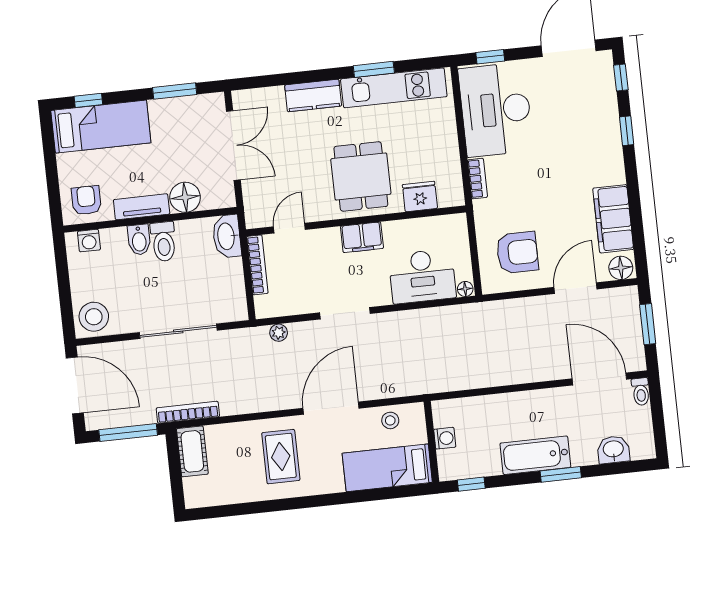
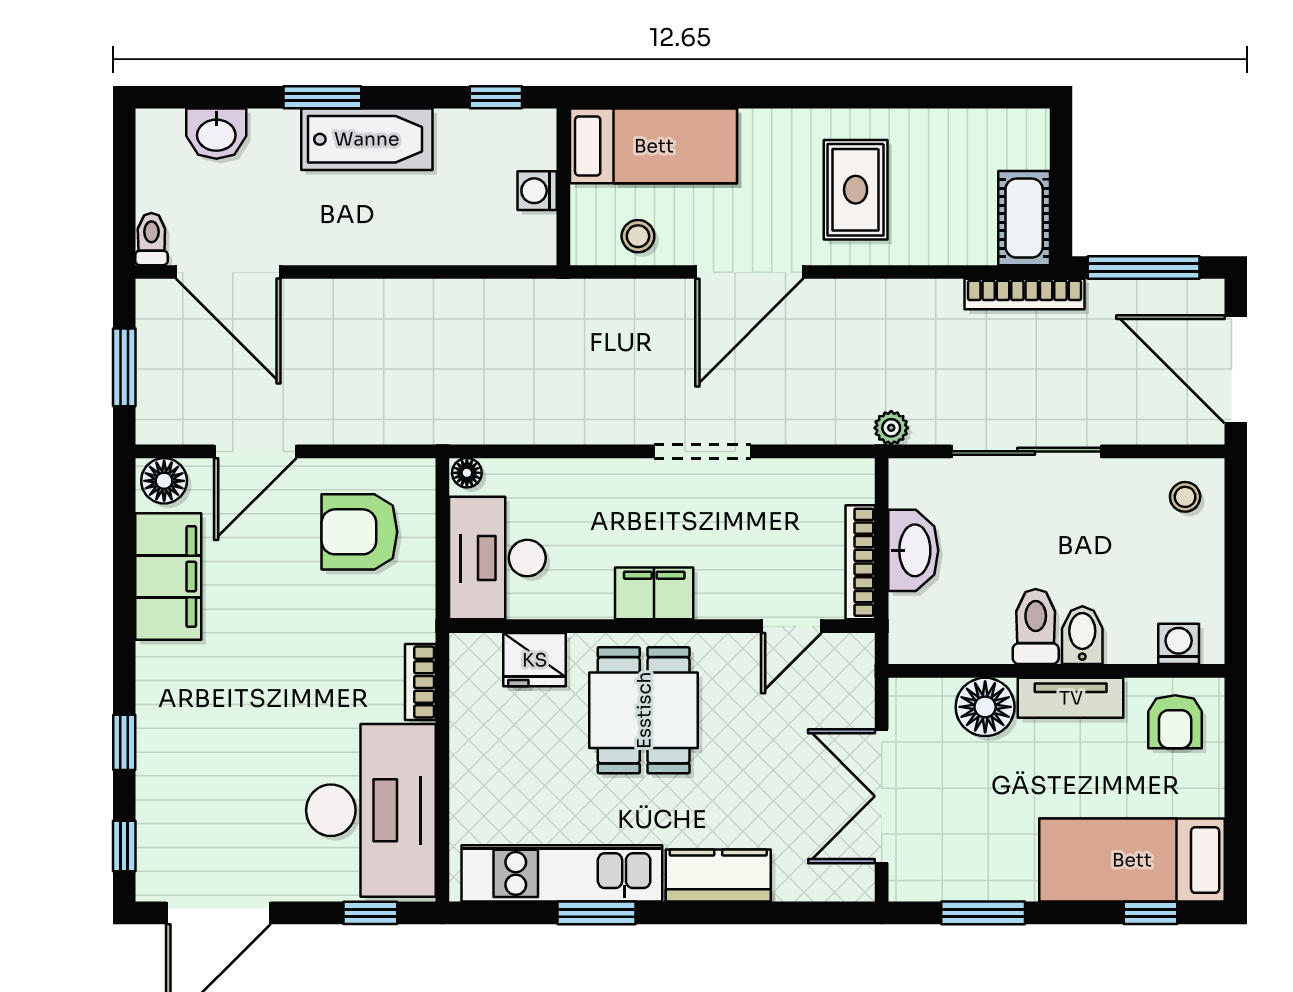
washbasin: (227, 236) -> (913, 550), moved
desk: (422, 276) -> (497, 558), moved, turned -90
stool: (94, 317) -> (1185, 497), width x0.53, depth x0.53
plant: (279, 333) -> (891, 428), moved

